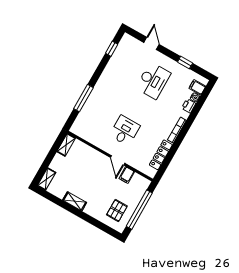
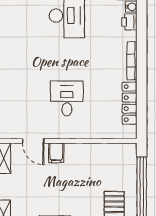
door: (118, 160) -> (33, 141), moved
filing cabinet: (127, 175) -> (56, 153), moved

